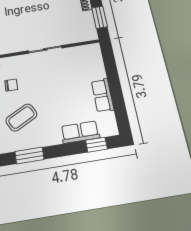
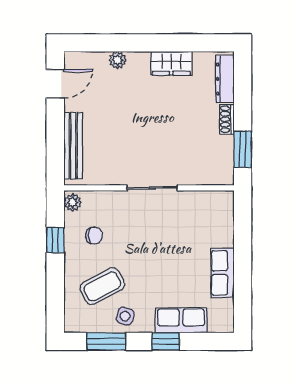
side table: (40, 135) -> (125, 316), added
window: (96, 145) -> (166, 341), moved

